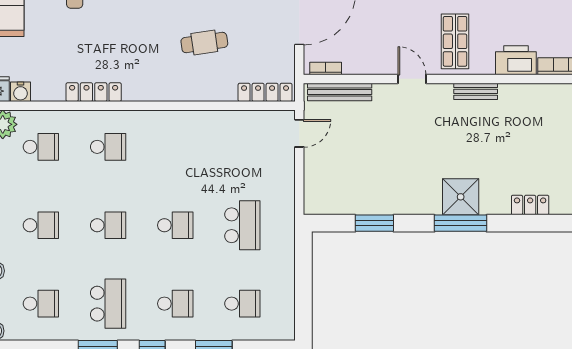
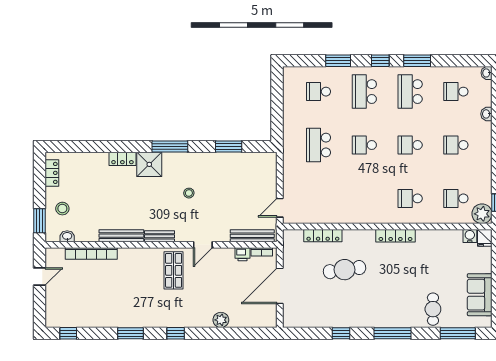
cafe table: (204, 42) -> (345, 270), width x1.37, depth x1.35
printer: (516, 60) -> (243, 254), moved, width x0.53, depth x0.68
door: (412, 79) -> (203, 245), hinge flipped
locker: (94, 92) -> (395, 236), moved
locker: (265, 92) -> (323, 236), moved
bench: (532, 92) -> (121, 236), added
stool: (433, 155) -> (189, 193), added
shower: (461, 197) -> (149, 164), moved
school desk: (175, 304) -> (364, 92), width x1.85

